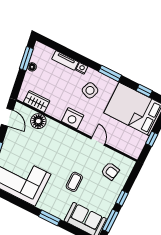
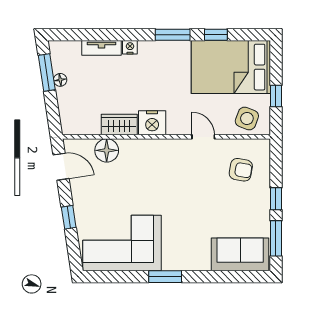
side table: (90, 90) -> (247, 118), moved
window: (144, 91) -> (216, 35), moved
wardrobe: (37, 102) -> (119, 125), moved
coffee table: (74, 182) -> (199, 209), removed
window: (50, 218) -> (165, 277), moved

